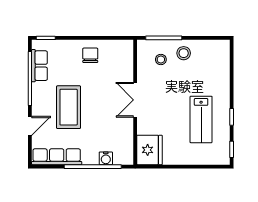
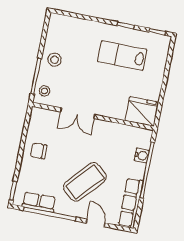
stool: (161, 59) -> (45, 91), moved
double door: (135, 100) -> (78, 113), moved
coffee table: (69, 107) -> (85, 182), turned -48
lab bench: (201, 119) -> (122, 56), turned 180

